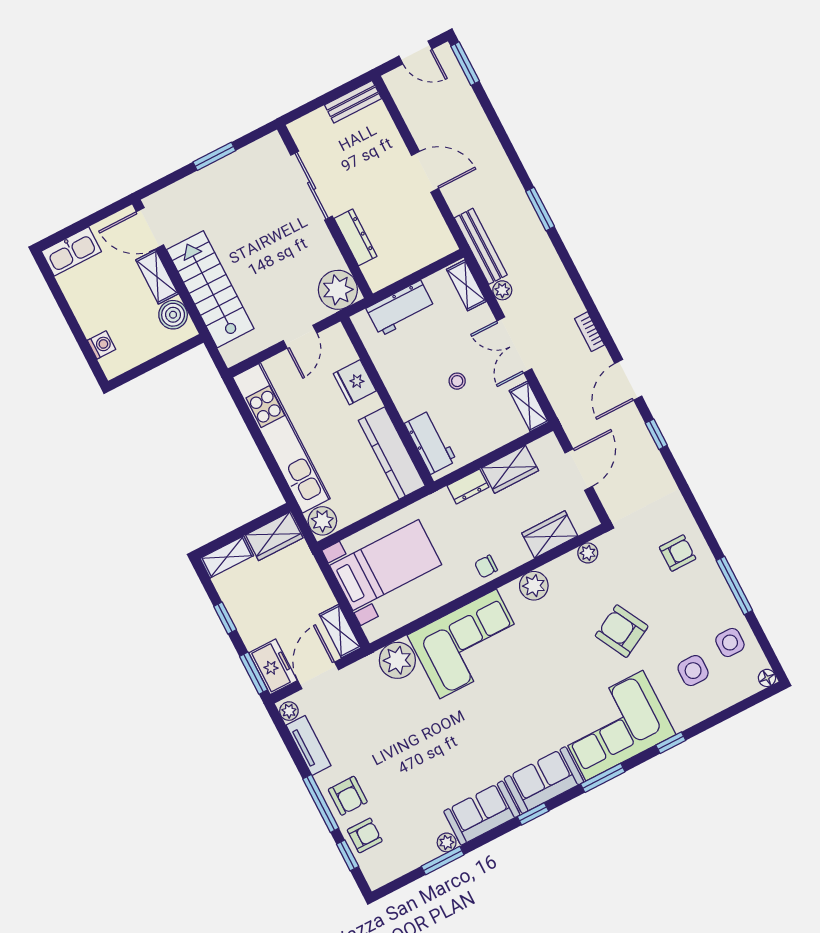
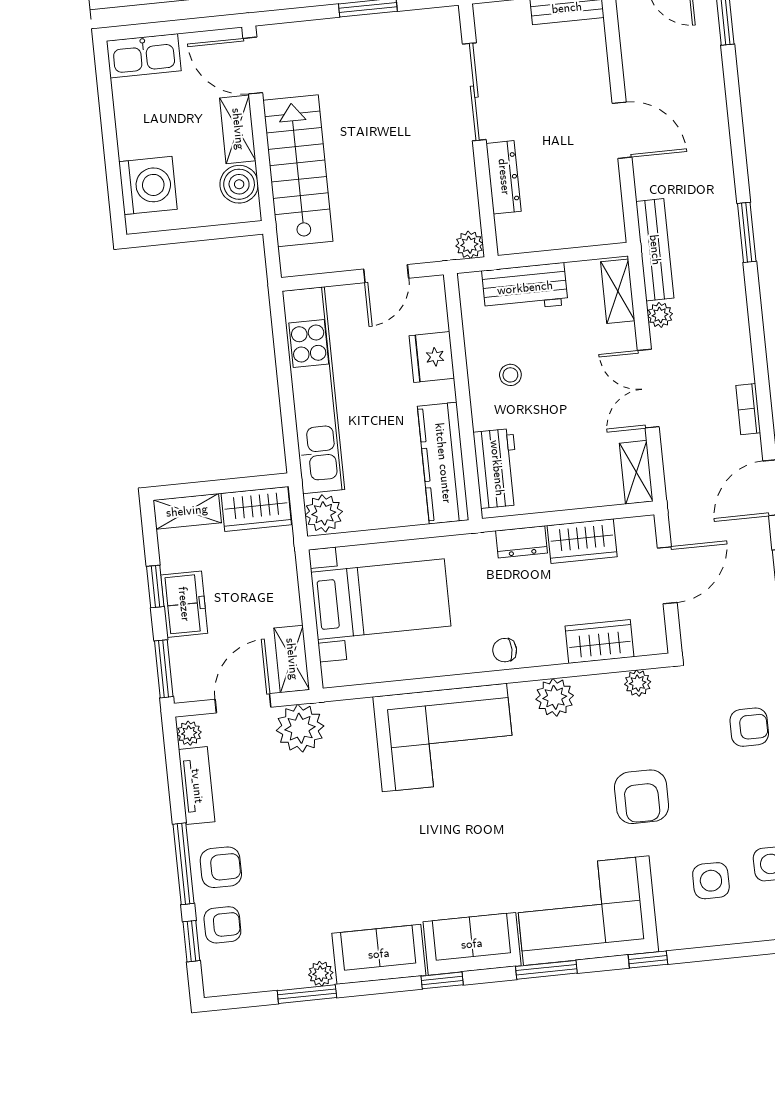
plant: (338, 290) -> (469, 245), width x0.53, depth x0.53
washing machine: (102, 345) -> (148, 185), width x1.89, depth x1.89
stool: (457, 381) -> (510, 375), moved
armchair: (622, 631) -> (642, 797), turned -152
plant: (397, 660) -> (300, 728), moved
freezer: (273, 667) -> (184, 604), moved
armchair: (348, 796) -> (221, 867), turned -90

